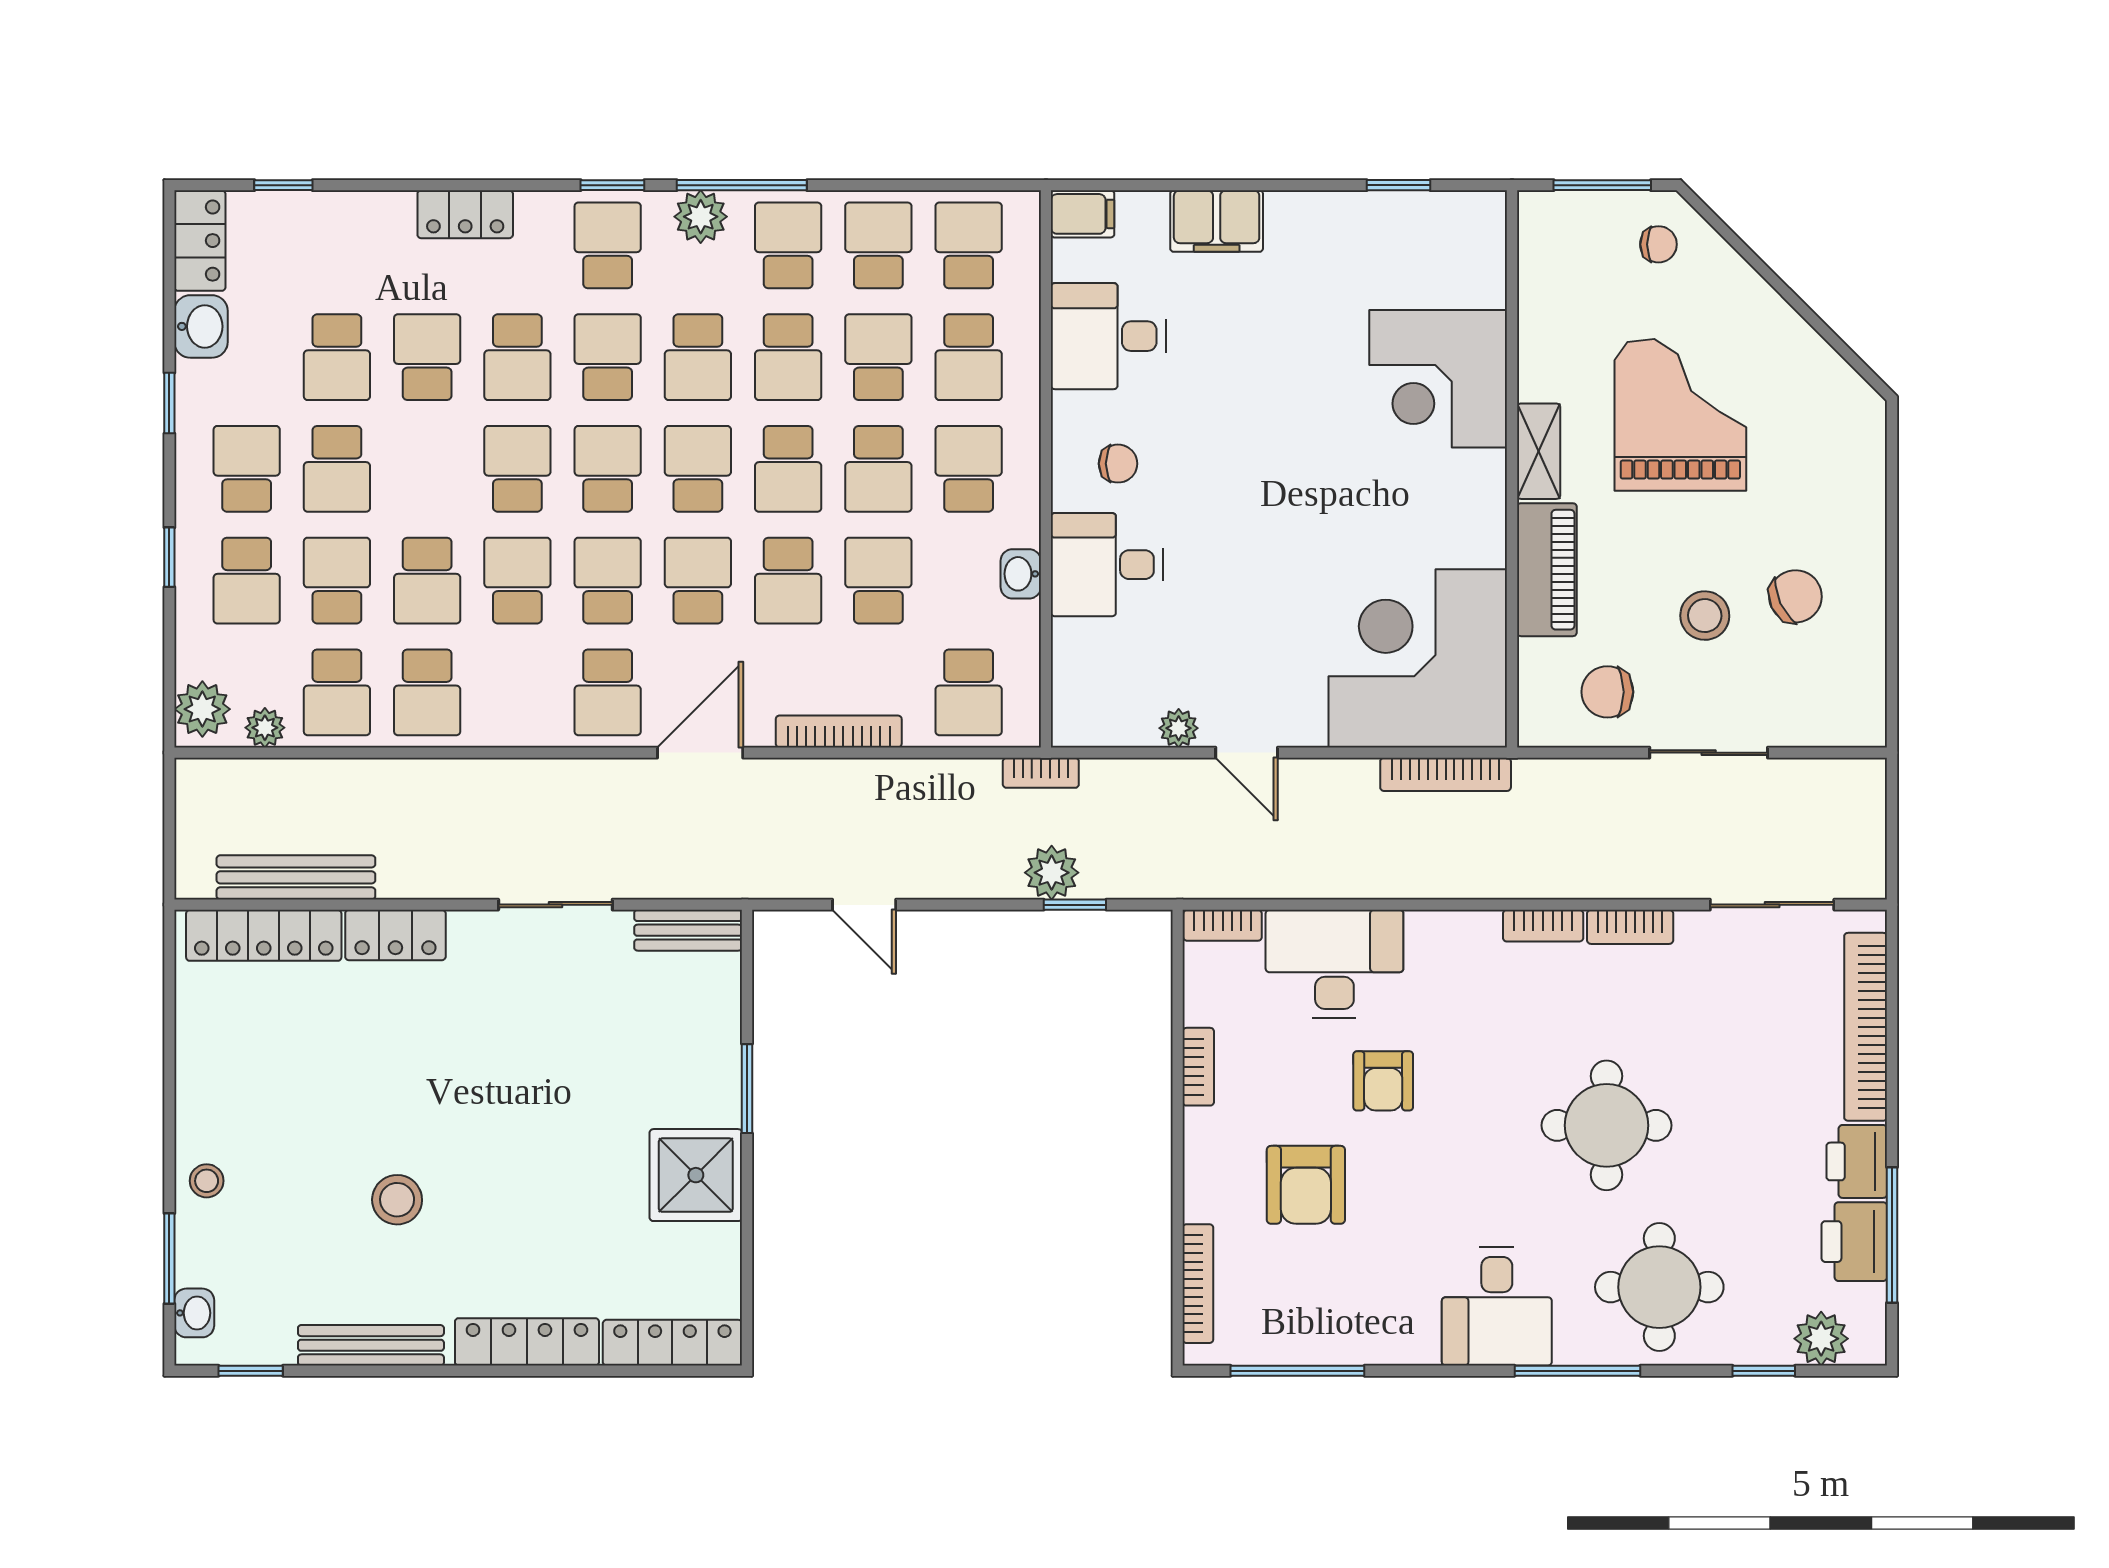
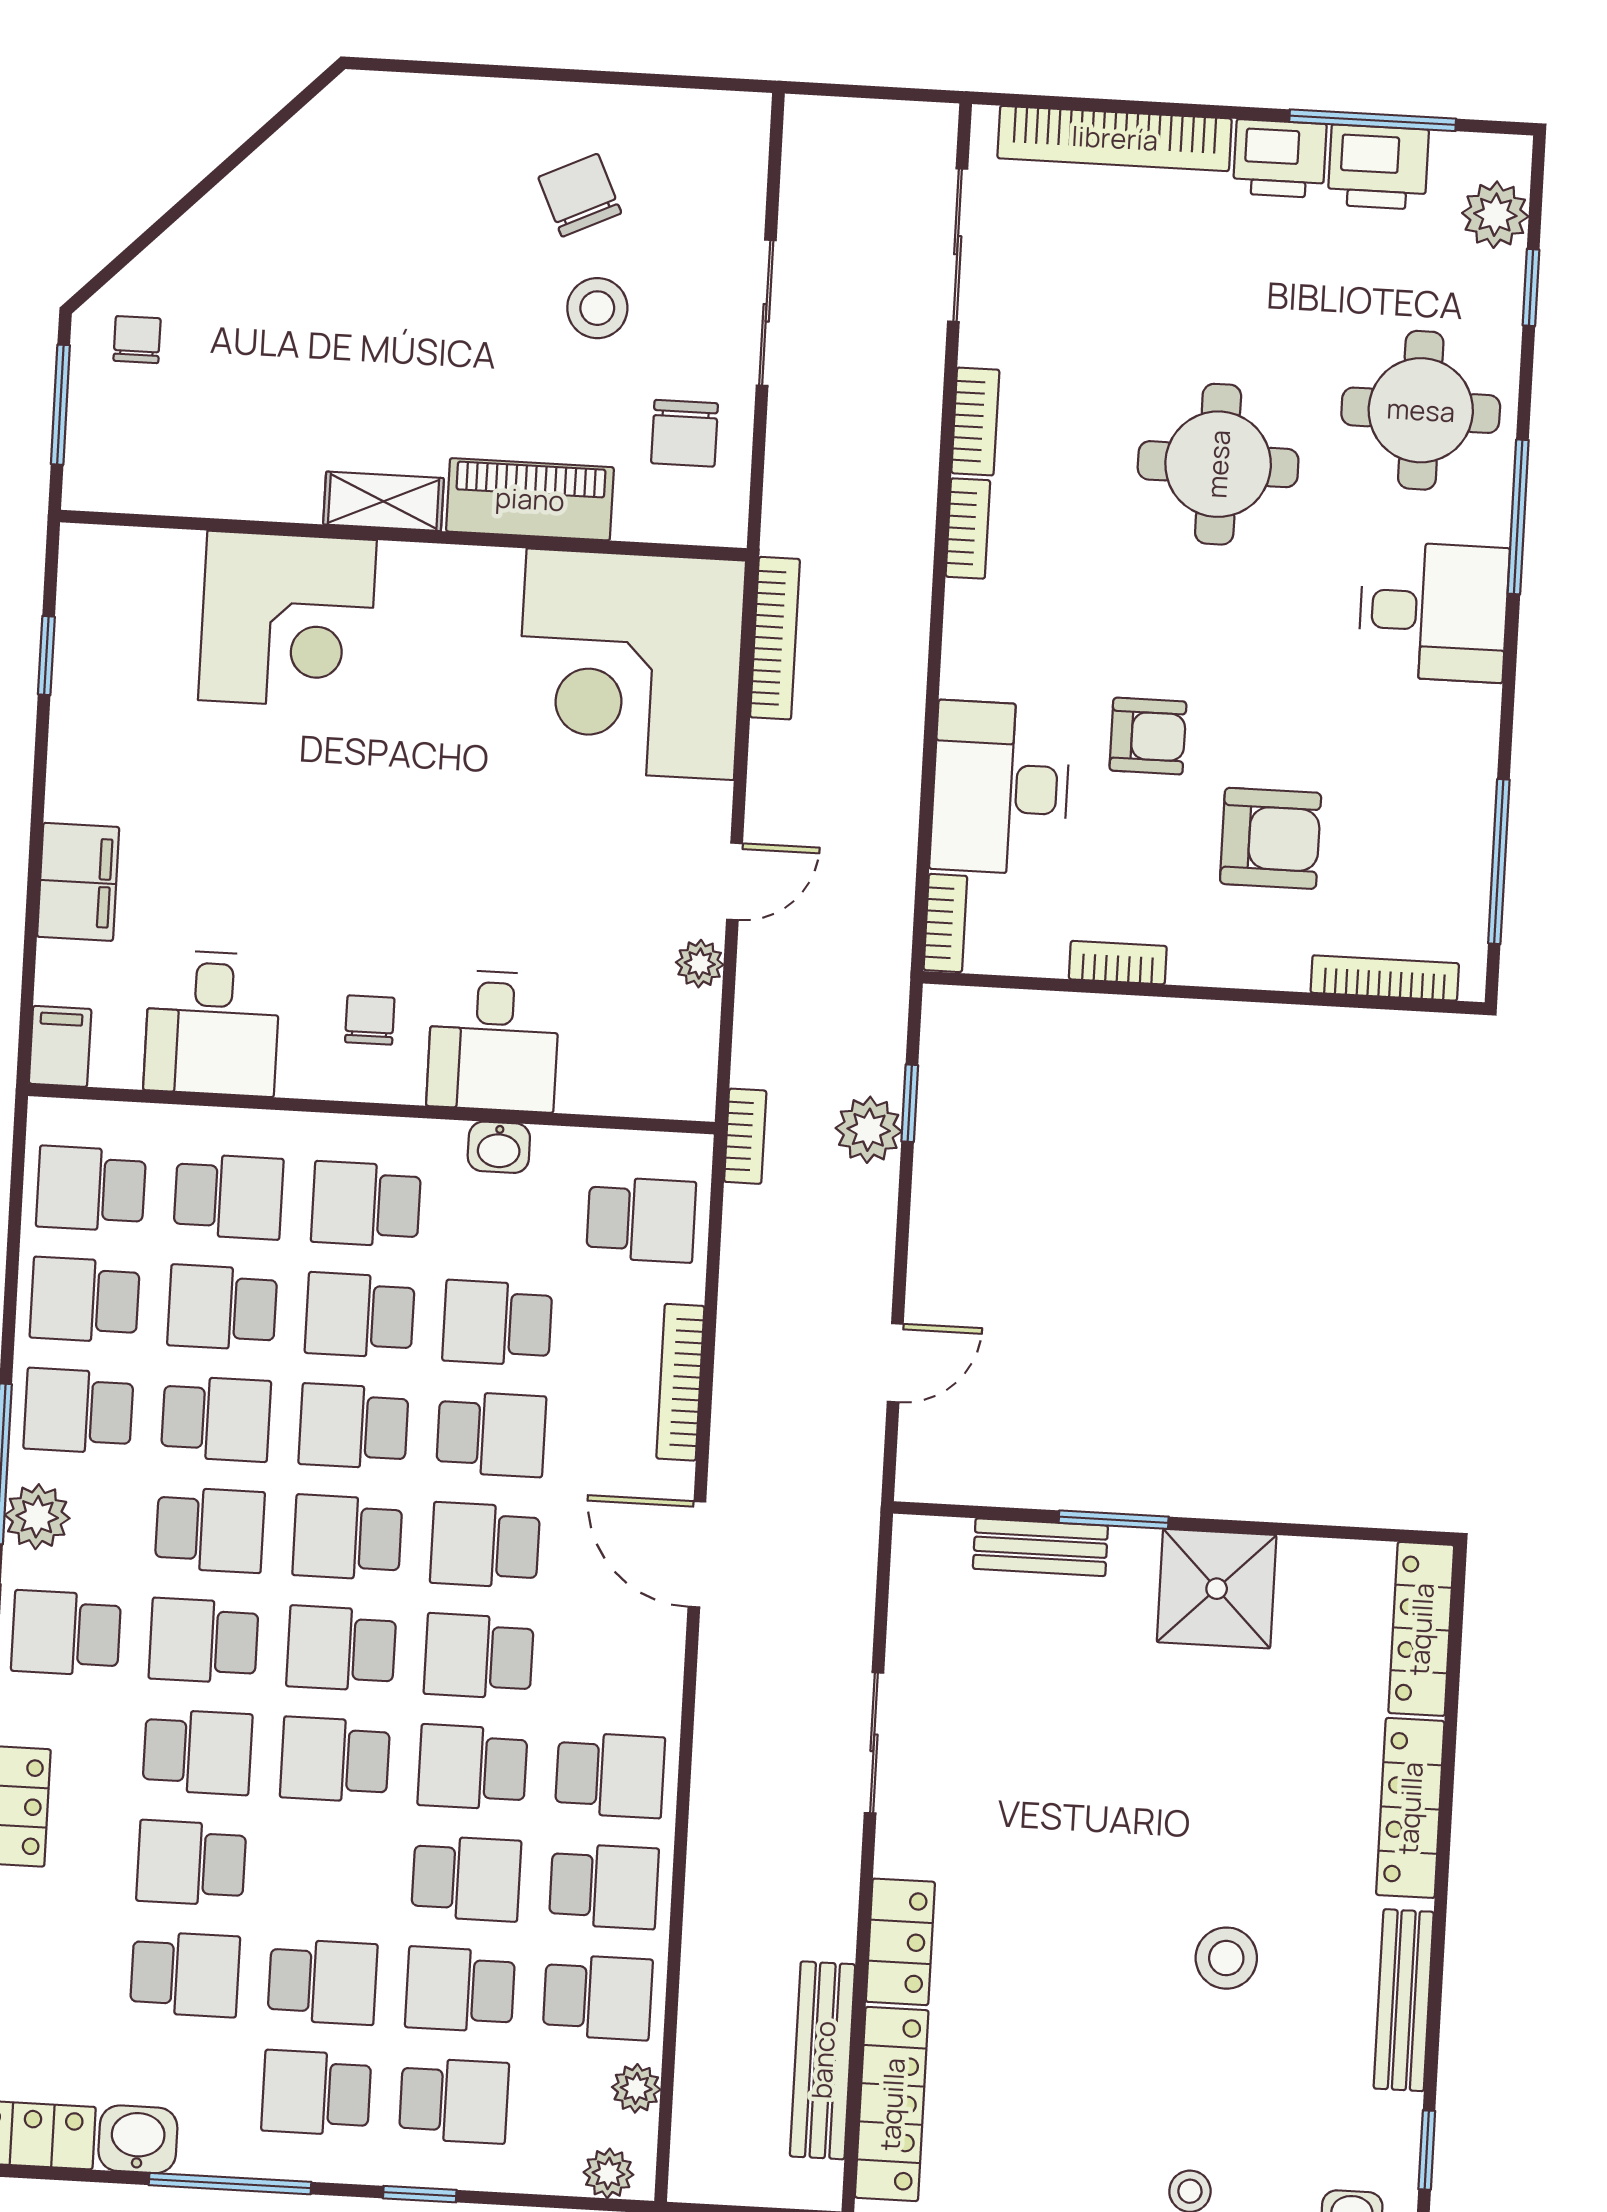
window: (169, 403) -> (230, 2184), width x2.17
grand piano: (1680, 415) -> (349, 324), removed
school desk: (788, 469) -> (354, 1426), turned 180
school desk: (878, 469) -> (360, 1315), turned 180
school desk: (608, 692) -> (610, 1775), moved
plant: (202, 709) -> (608, 2173), width x0.73, depth x0.73
bench: (688, 930) -> (1040, 1547), moved, turned 90

